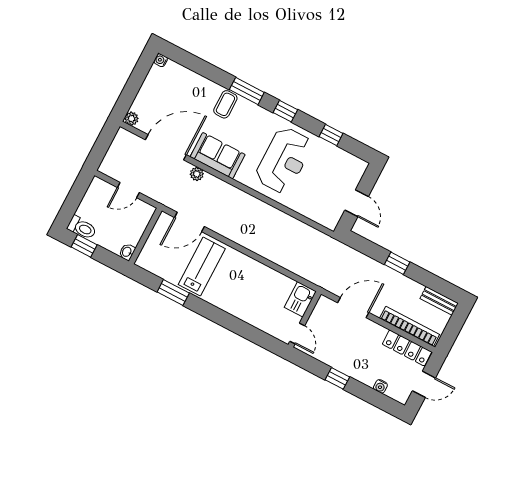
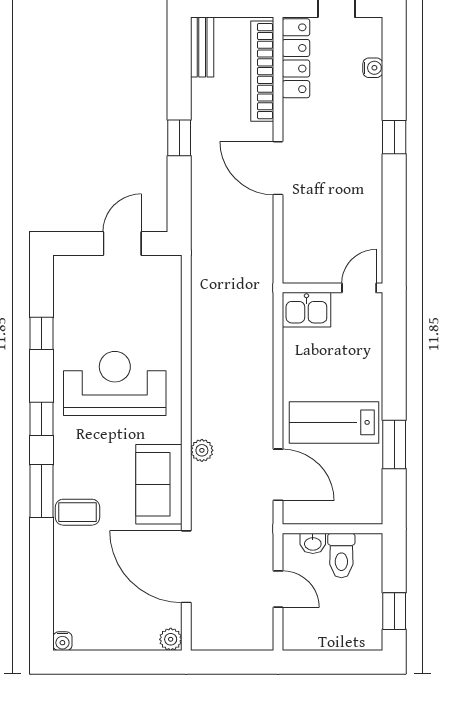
plant: (197, 174) -> (202, 450), moved
toilet: (82, 228) -> (341, 555), moved, turned 180
washbasin: (127, 252) -> (313, 543), moved
kitchen sink: (300, 299) -> (306, 310), moved
wall: (305, 319) -> (333, 288), moved
door: (297, 333) -> (359, 288), moved

